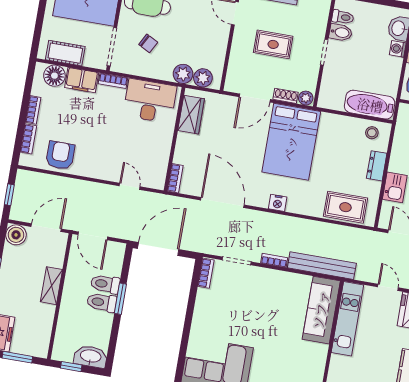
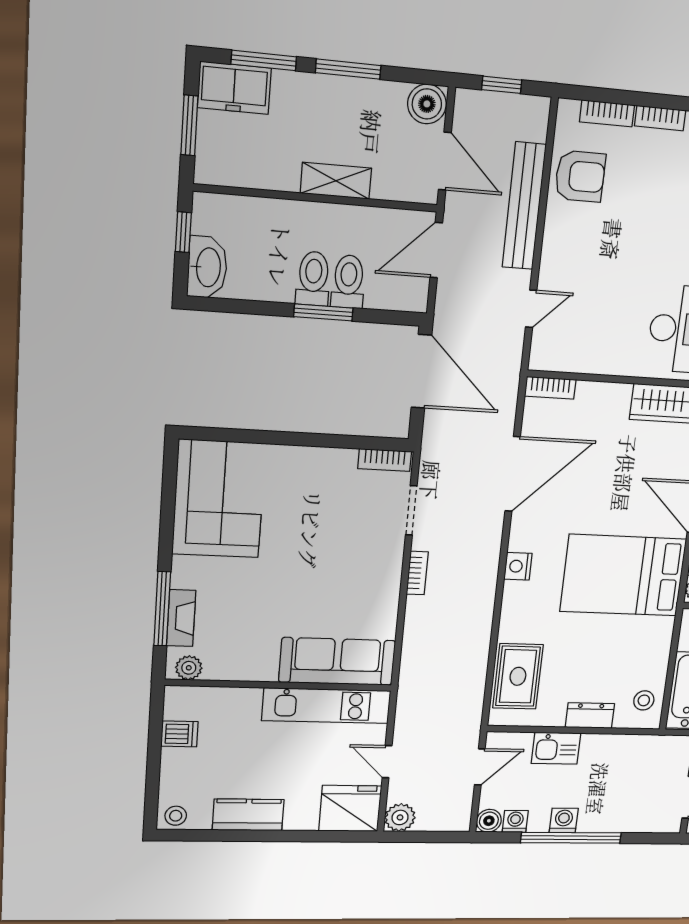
bench: (322, 266) -> (524, 206), moved
door: (388, 287) -> (387, 762), swing flipped

